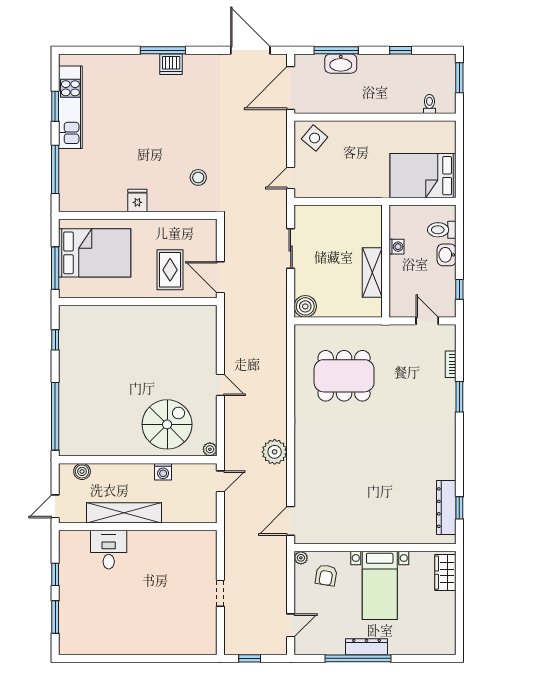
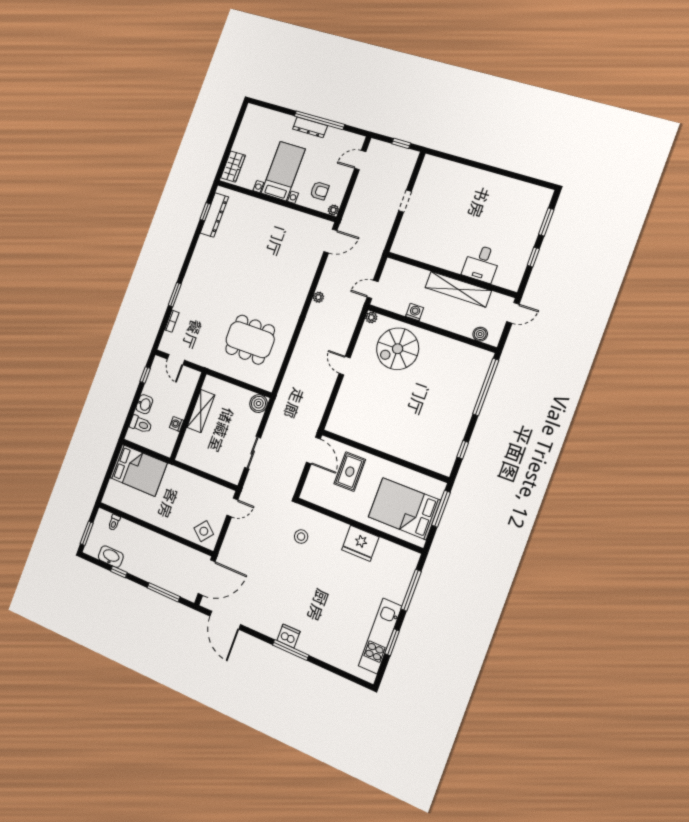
washbasin: (341, 64) -> (111, 557), moved
fridge: (137, 201) -> (360, 543), width x1.88, depth x1.34
plant: (275, 452) -> (318, 297), width x0.53, depth x0.53
armchair: (326, 575) -> (320, 191), turned 81

